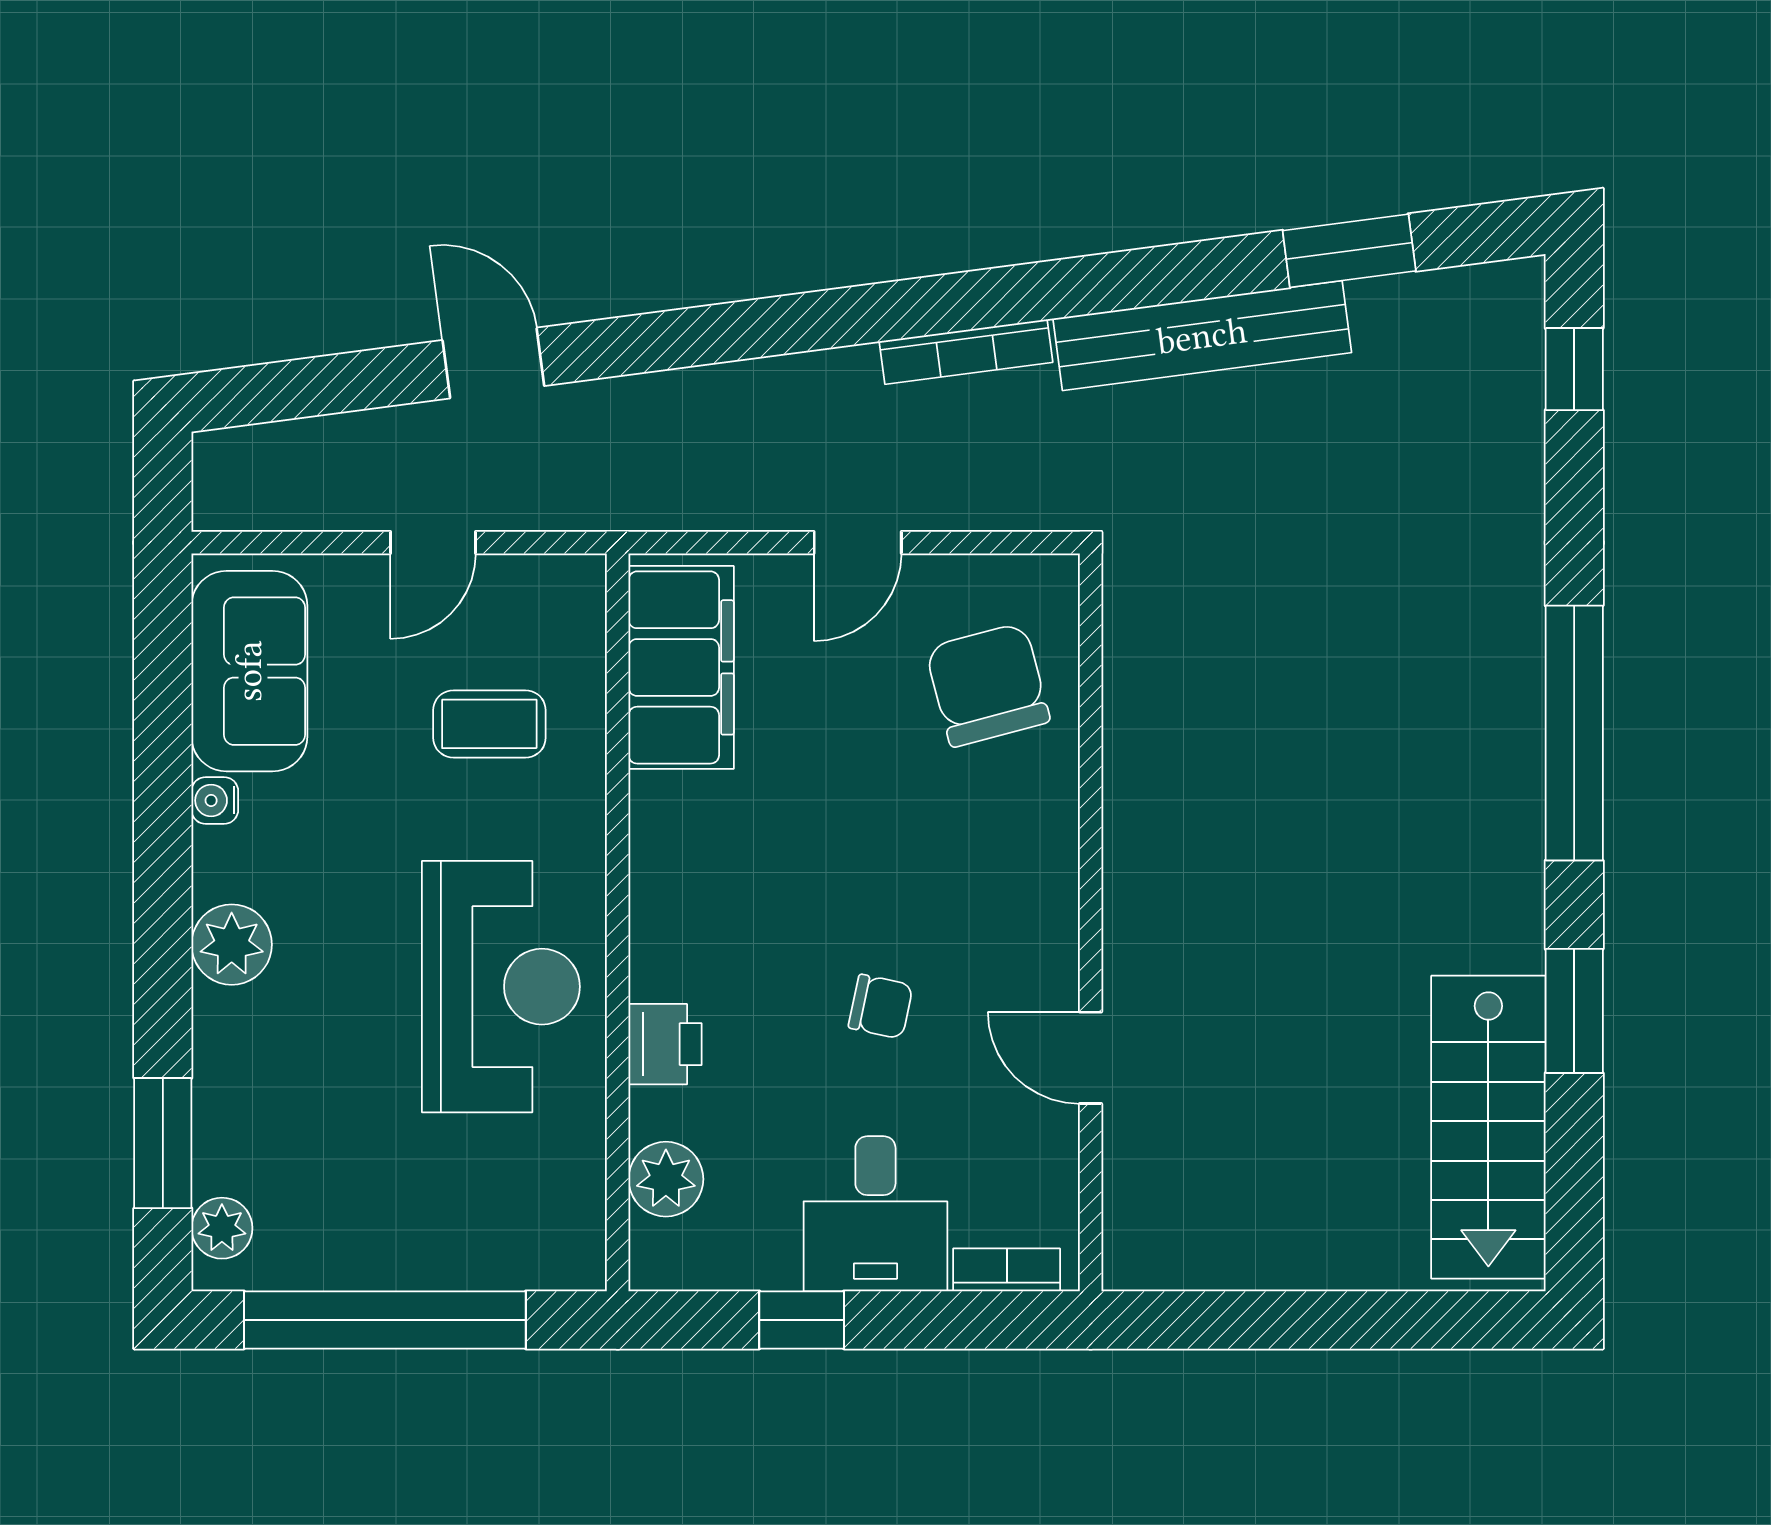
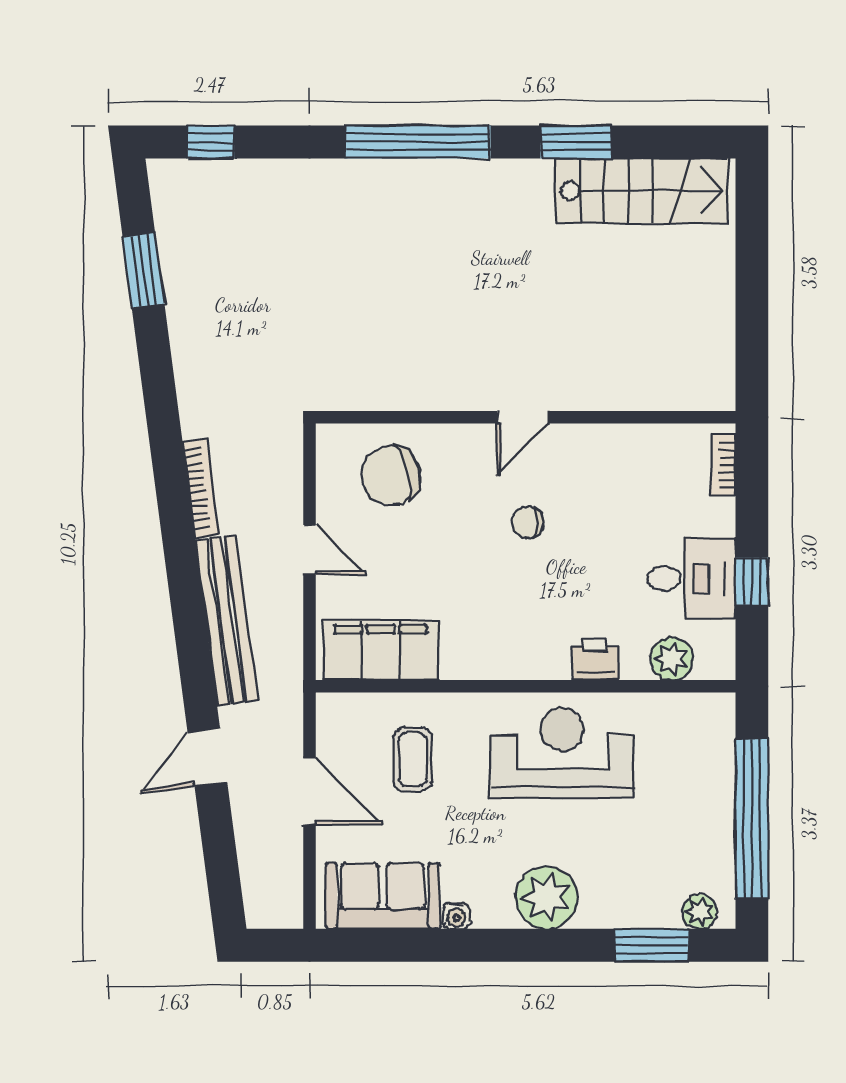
bench: (1202, 336) -> (227, 620), moved
door: (433, 543) -> (310, 791), width x1.37
plant: (232, 945) -> (547, 898), width x1.36, depth x1.36
chair: (881, 1006) -> (528, 522), moved, turned -102
door: (1091, 1058) -> (523, 417), moved
desk: (875, 1214) -> (691, 578), moved

